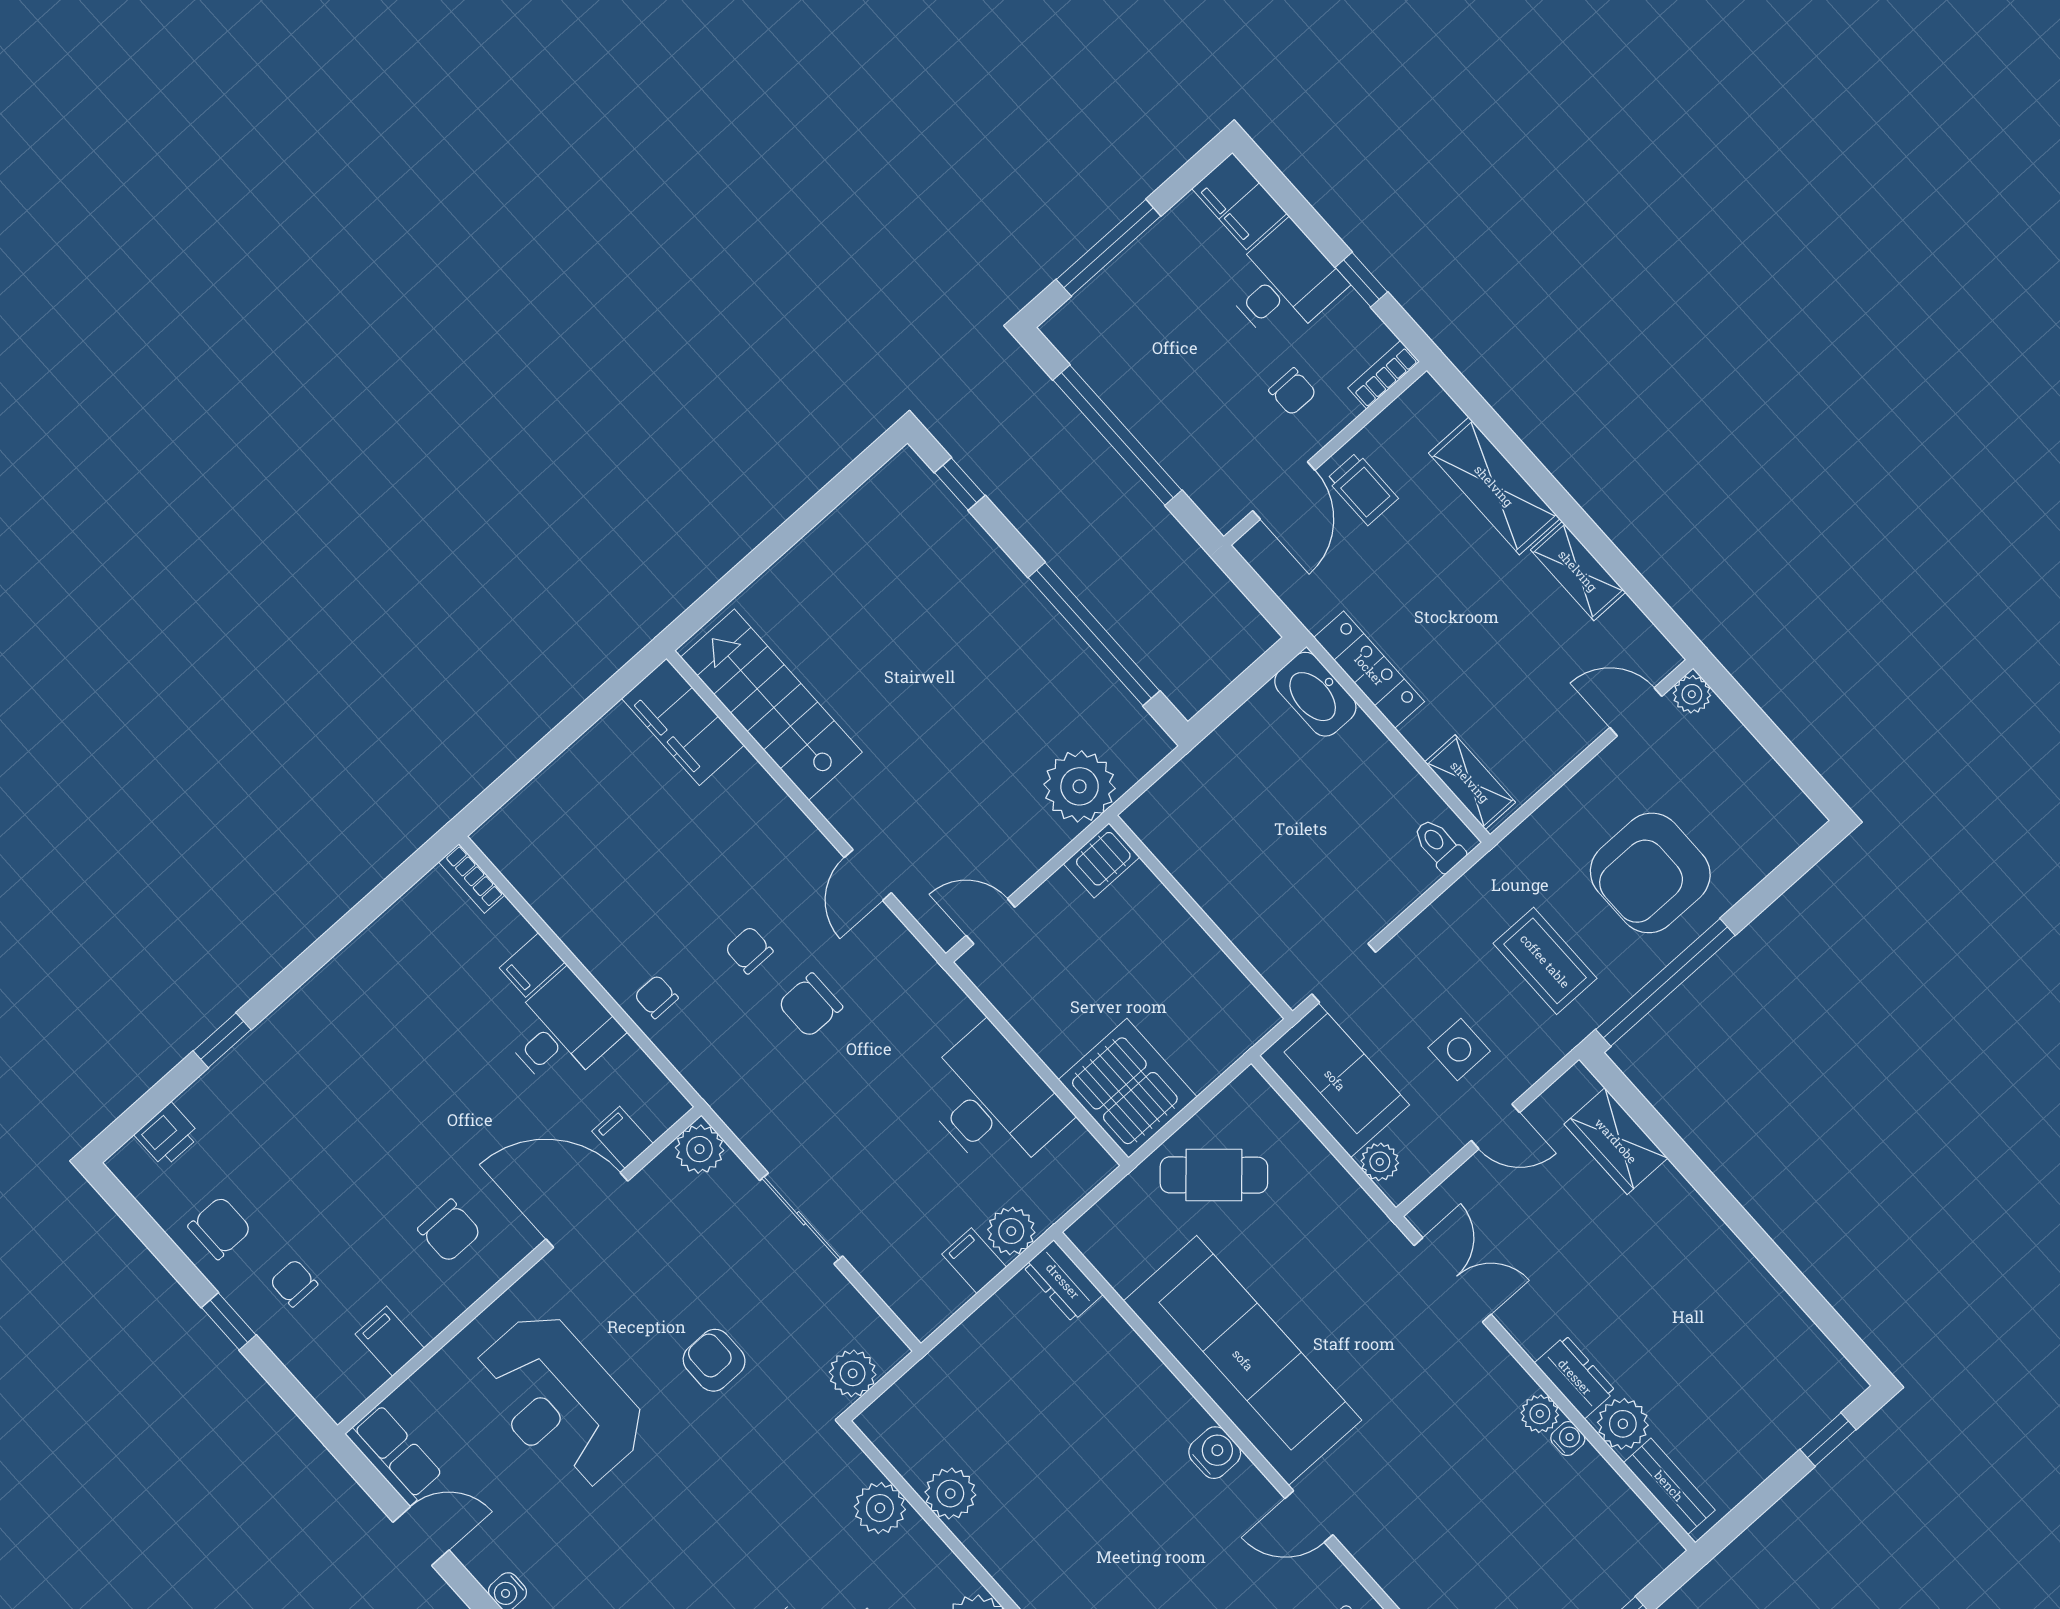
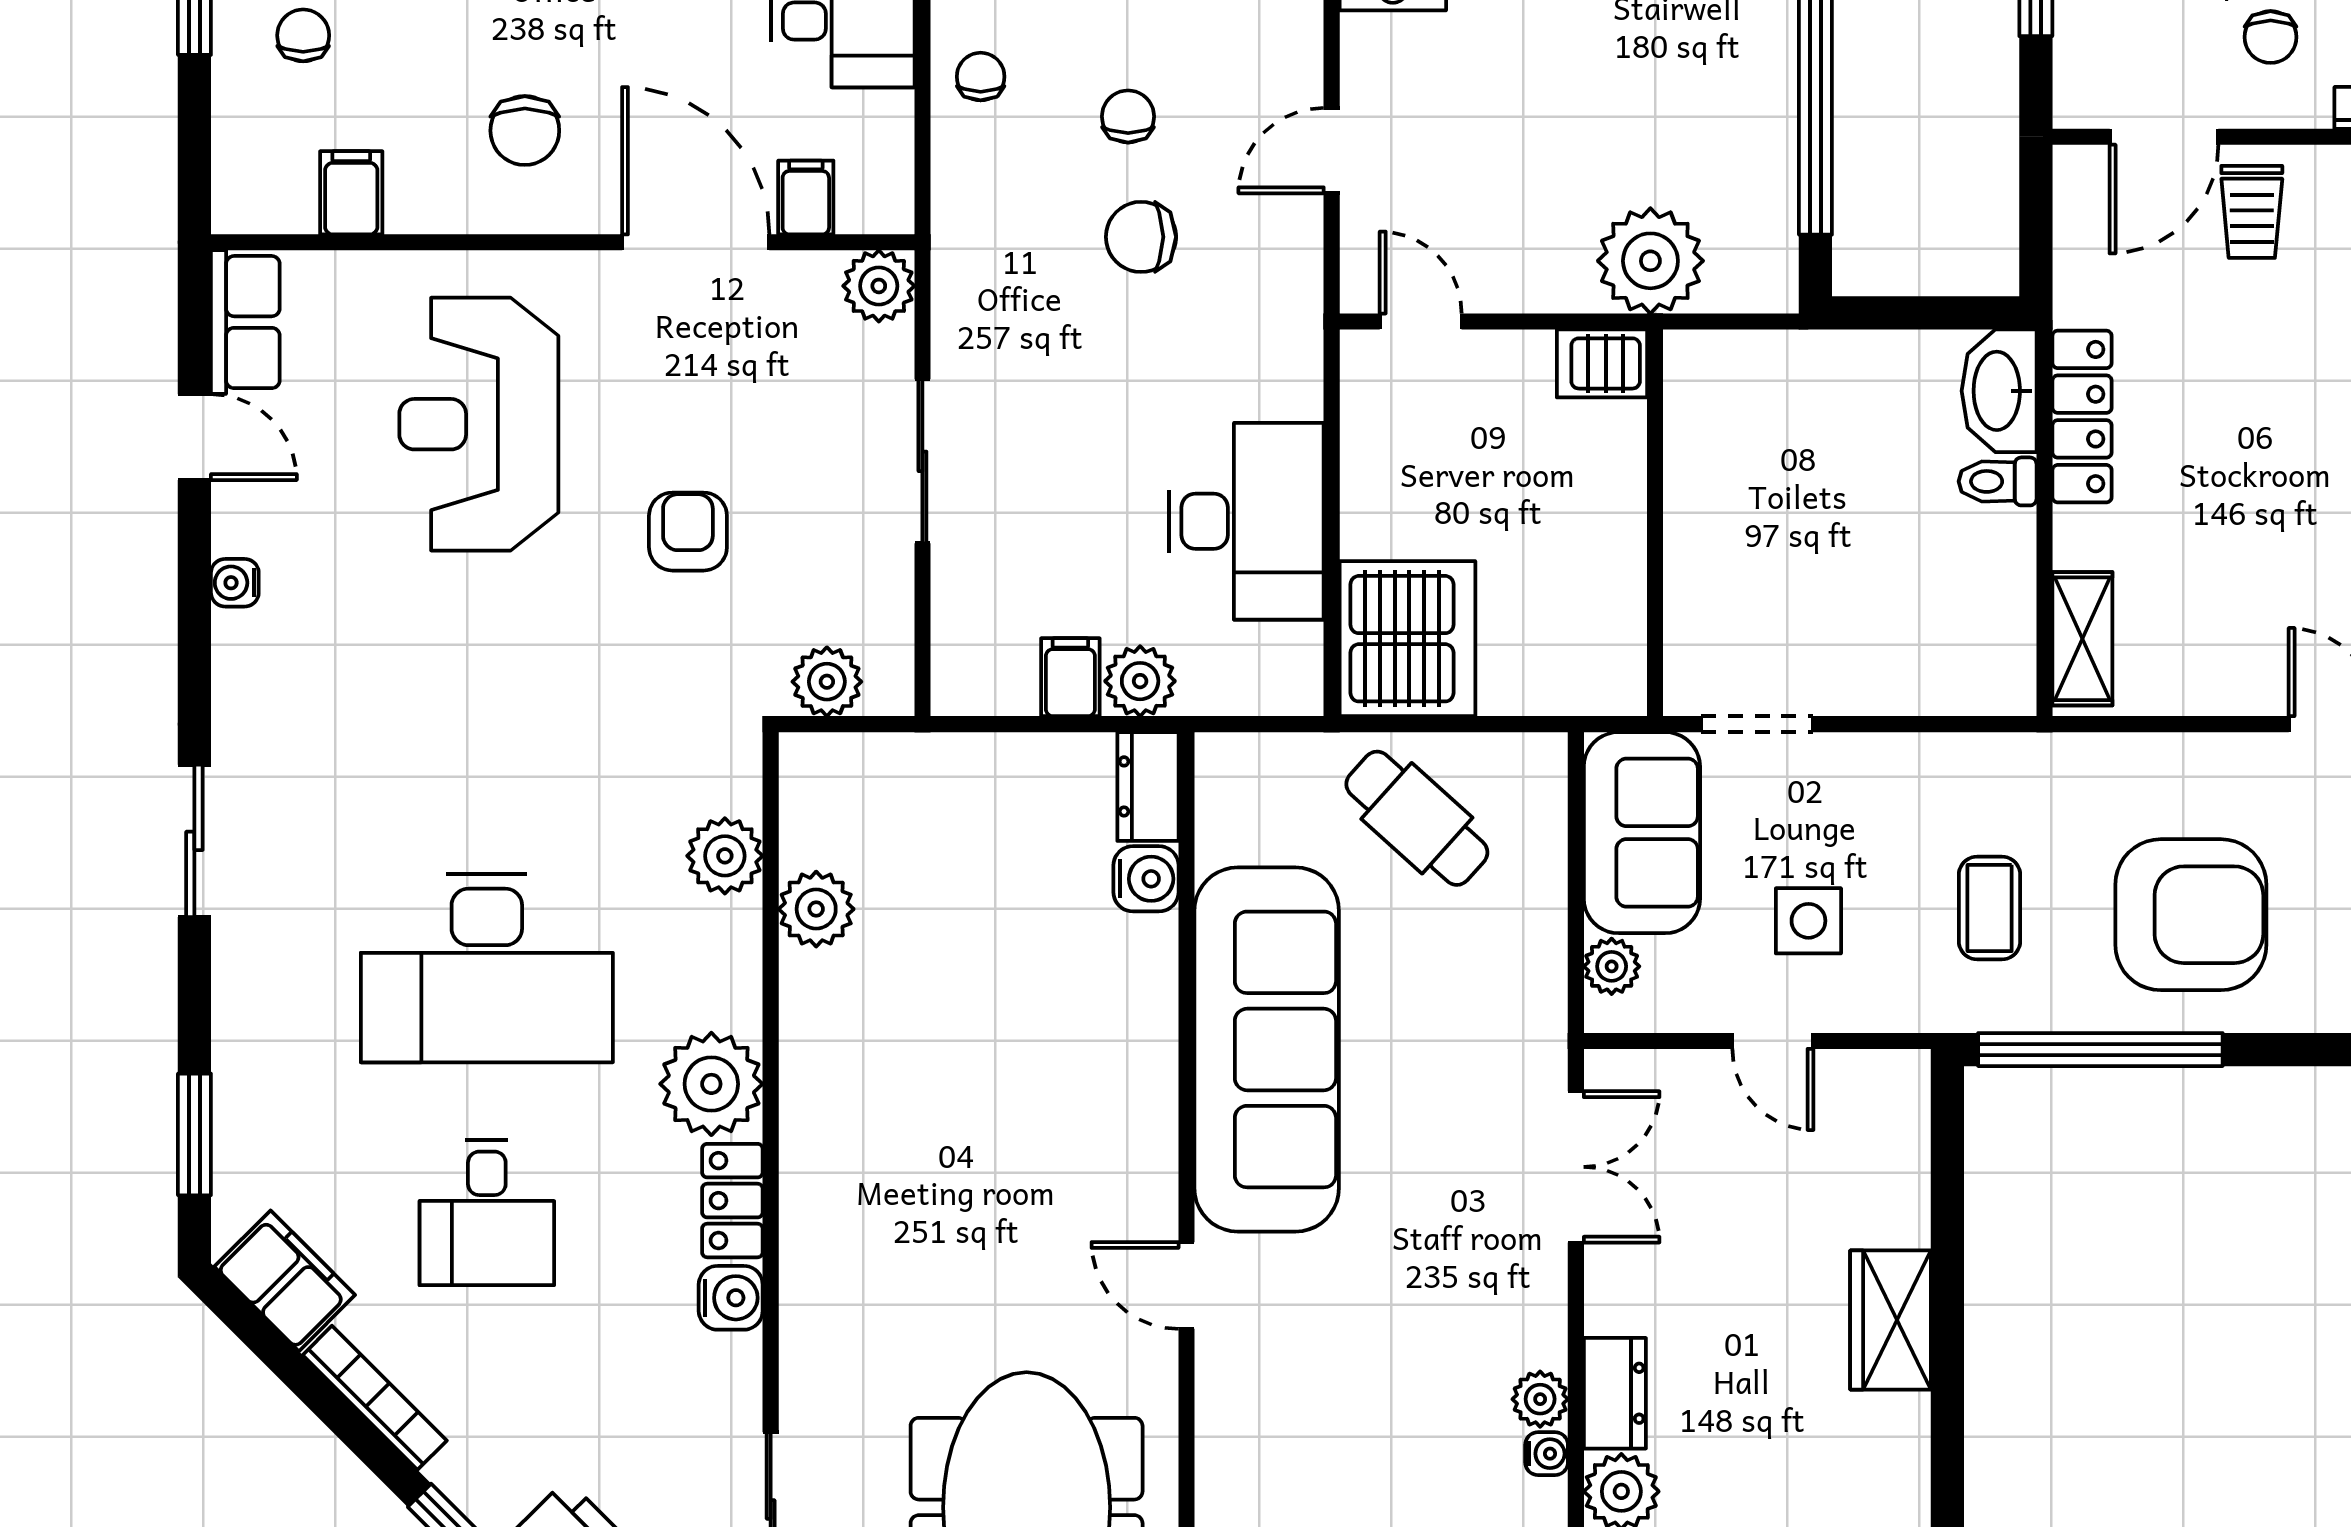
toilet: (1439, 845) -> (1998, 481), moved, turned -90
armchair: (1650, 873) -> (2191, 915), turned 180
coffee table: (1545, 961) -> (1990, 908), width x0.73, depth x0.77
wardrobe: (1616, 1141) -> (1891, 1320), moved
water cooler: (1215, 1453) -> (1146, 879), moved

